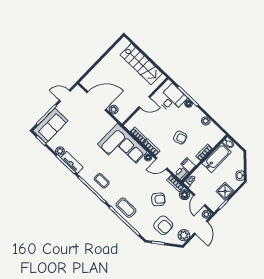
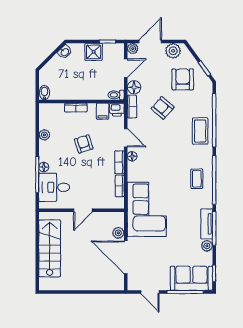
door: (144, 102) -> (83, 210), swing flipped
corner sofa: (122, 148) -> (147, 209), moved
bathtub: (216, 158) -> (70, 91), removed

